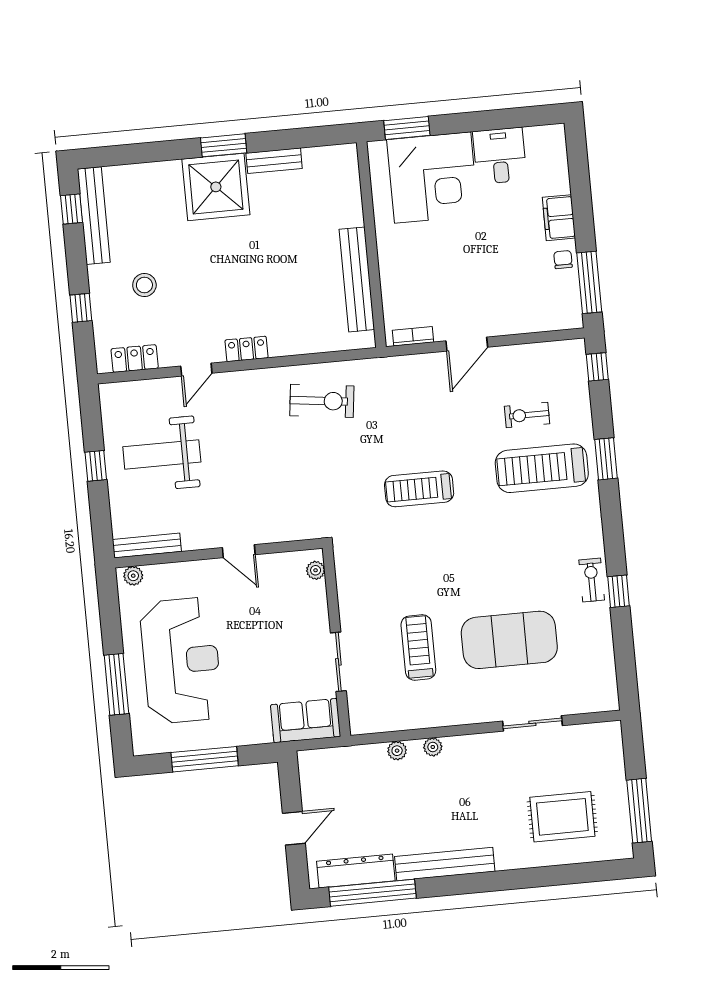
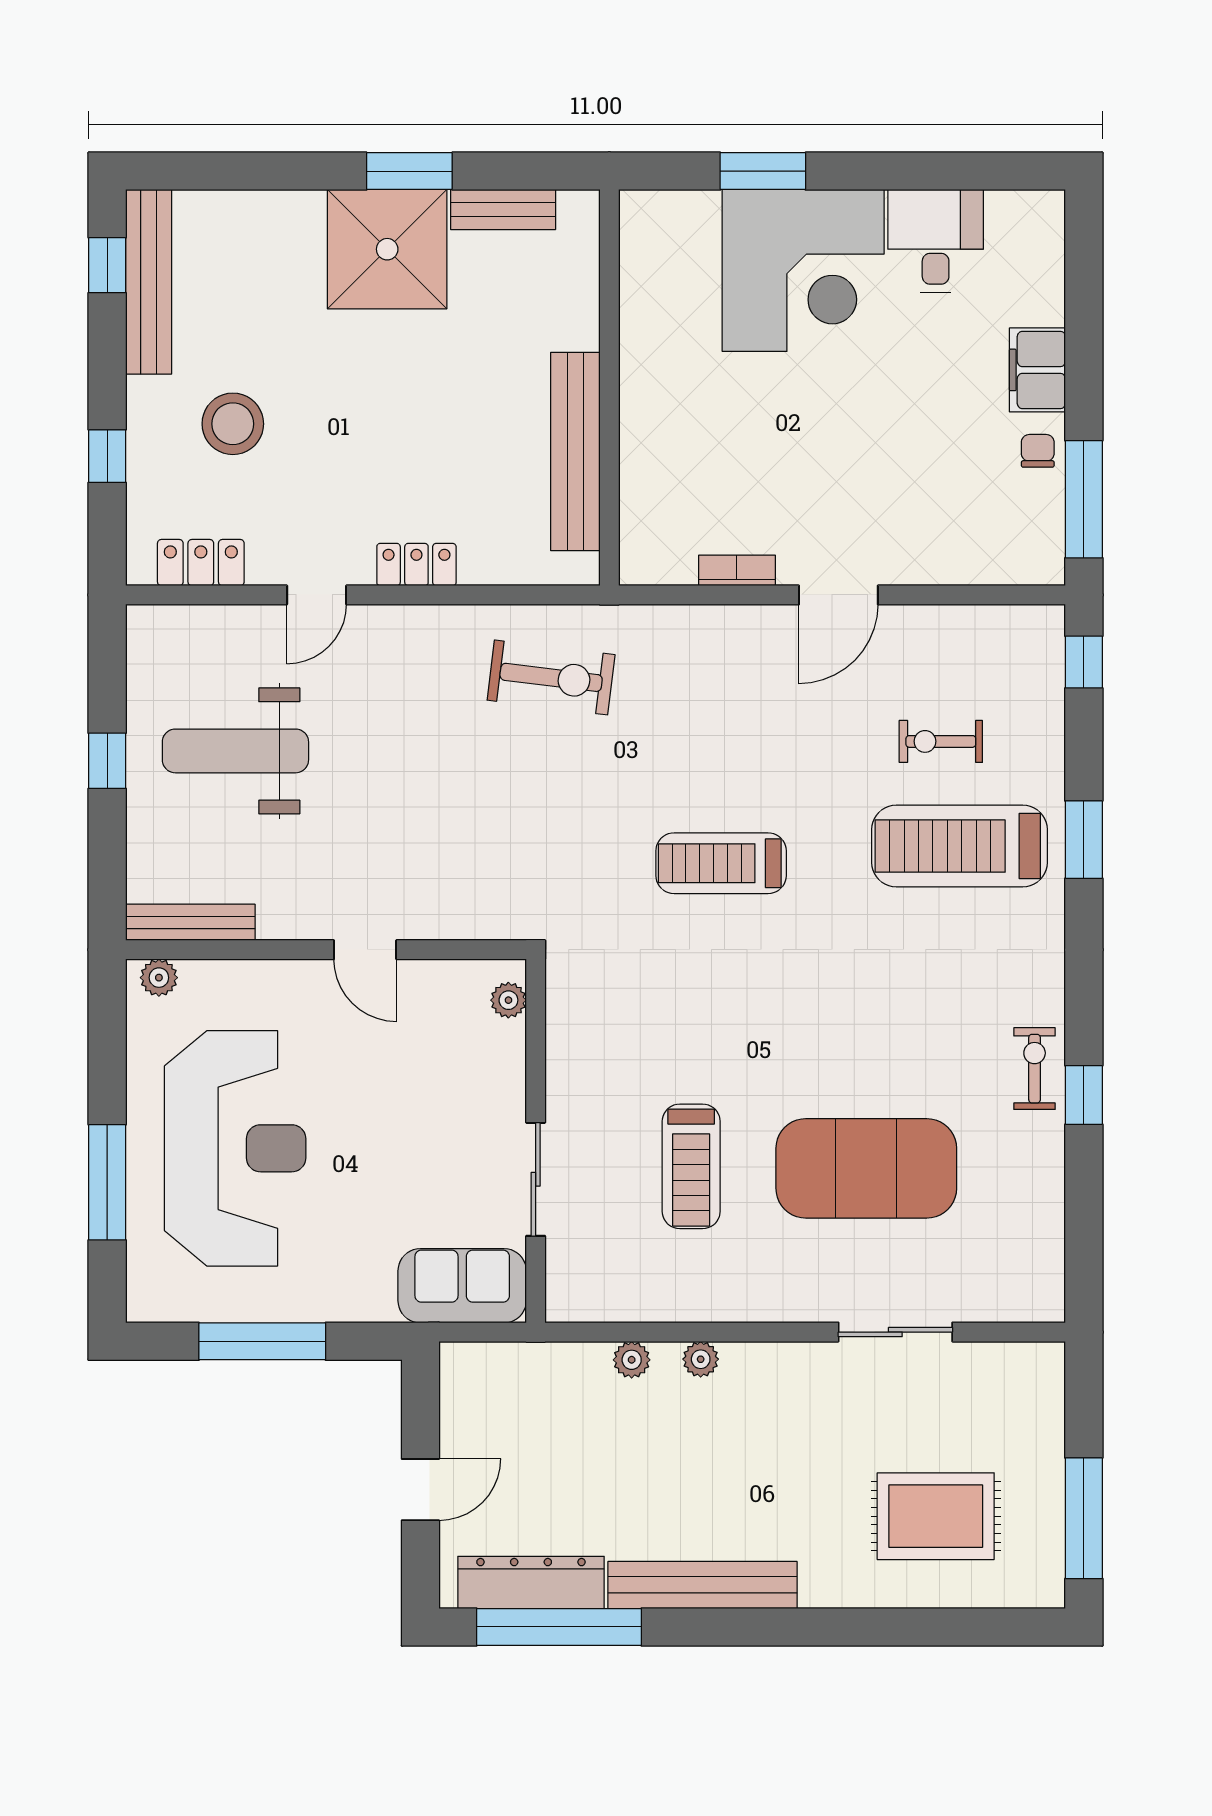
wall: (371, 245) -> (609, 388), moved
bench: (357, 279) -> (575, 451), moved
stool: (144, 285) -> (233, 424), width x1.38, depth x1.38
treadmill: (418, 647) -> (691, 1166), turned 180

